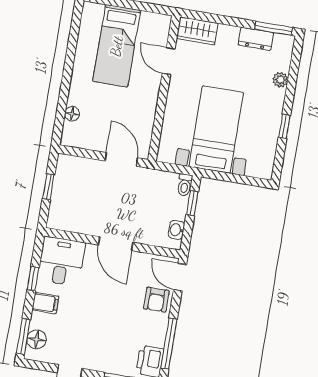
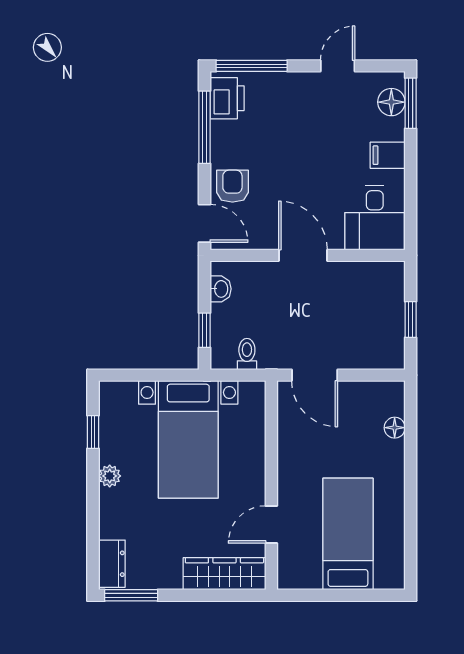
wardrobe: (197, 31) -> (224, 574), width x1.50
dresser: (256, 39) -> (112, 564), moved, turned 90
door: (169, 61) -> (271, 524), swing flipped
plant: (280, 80) -> (110, 476), moved
window: (284, 126) -> (93, 432), moved
toilet: (185, 185) -> (247, 354), moved
window: (33, 278) -> (411, 187), removed

